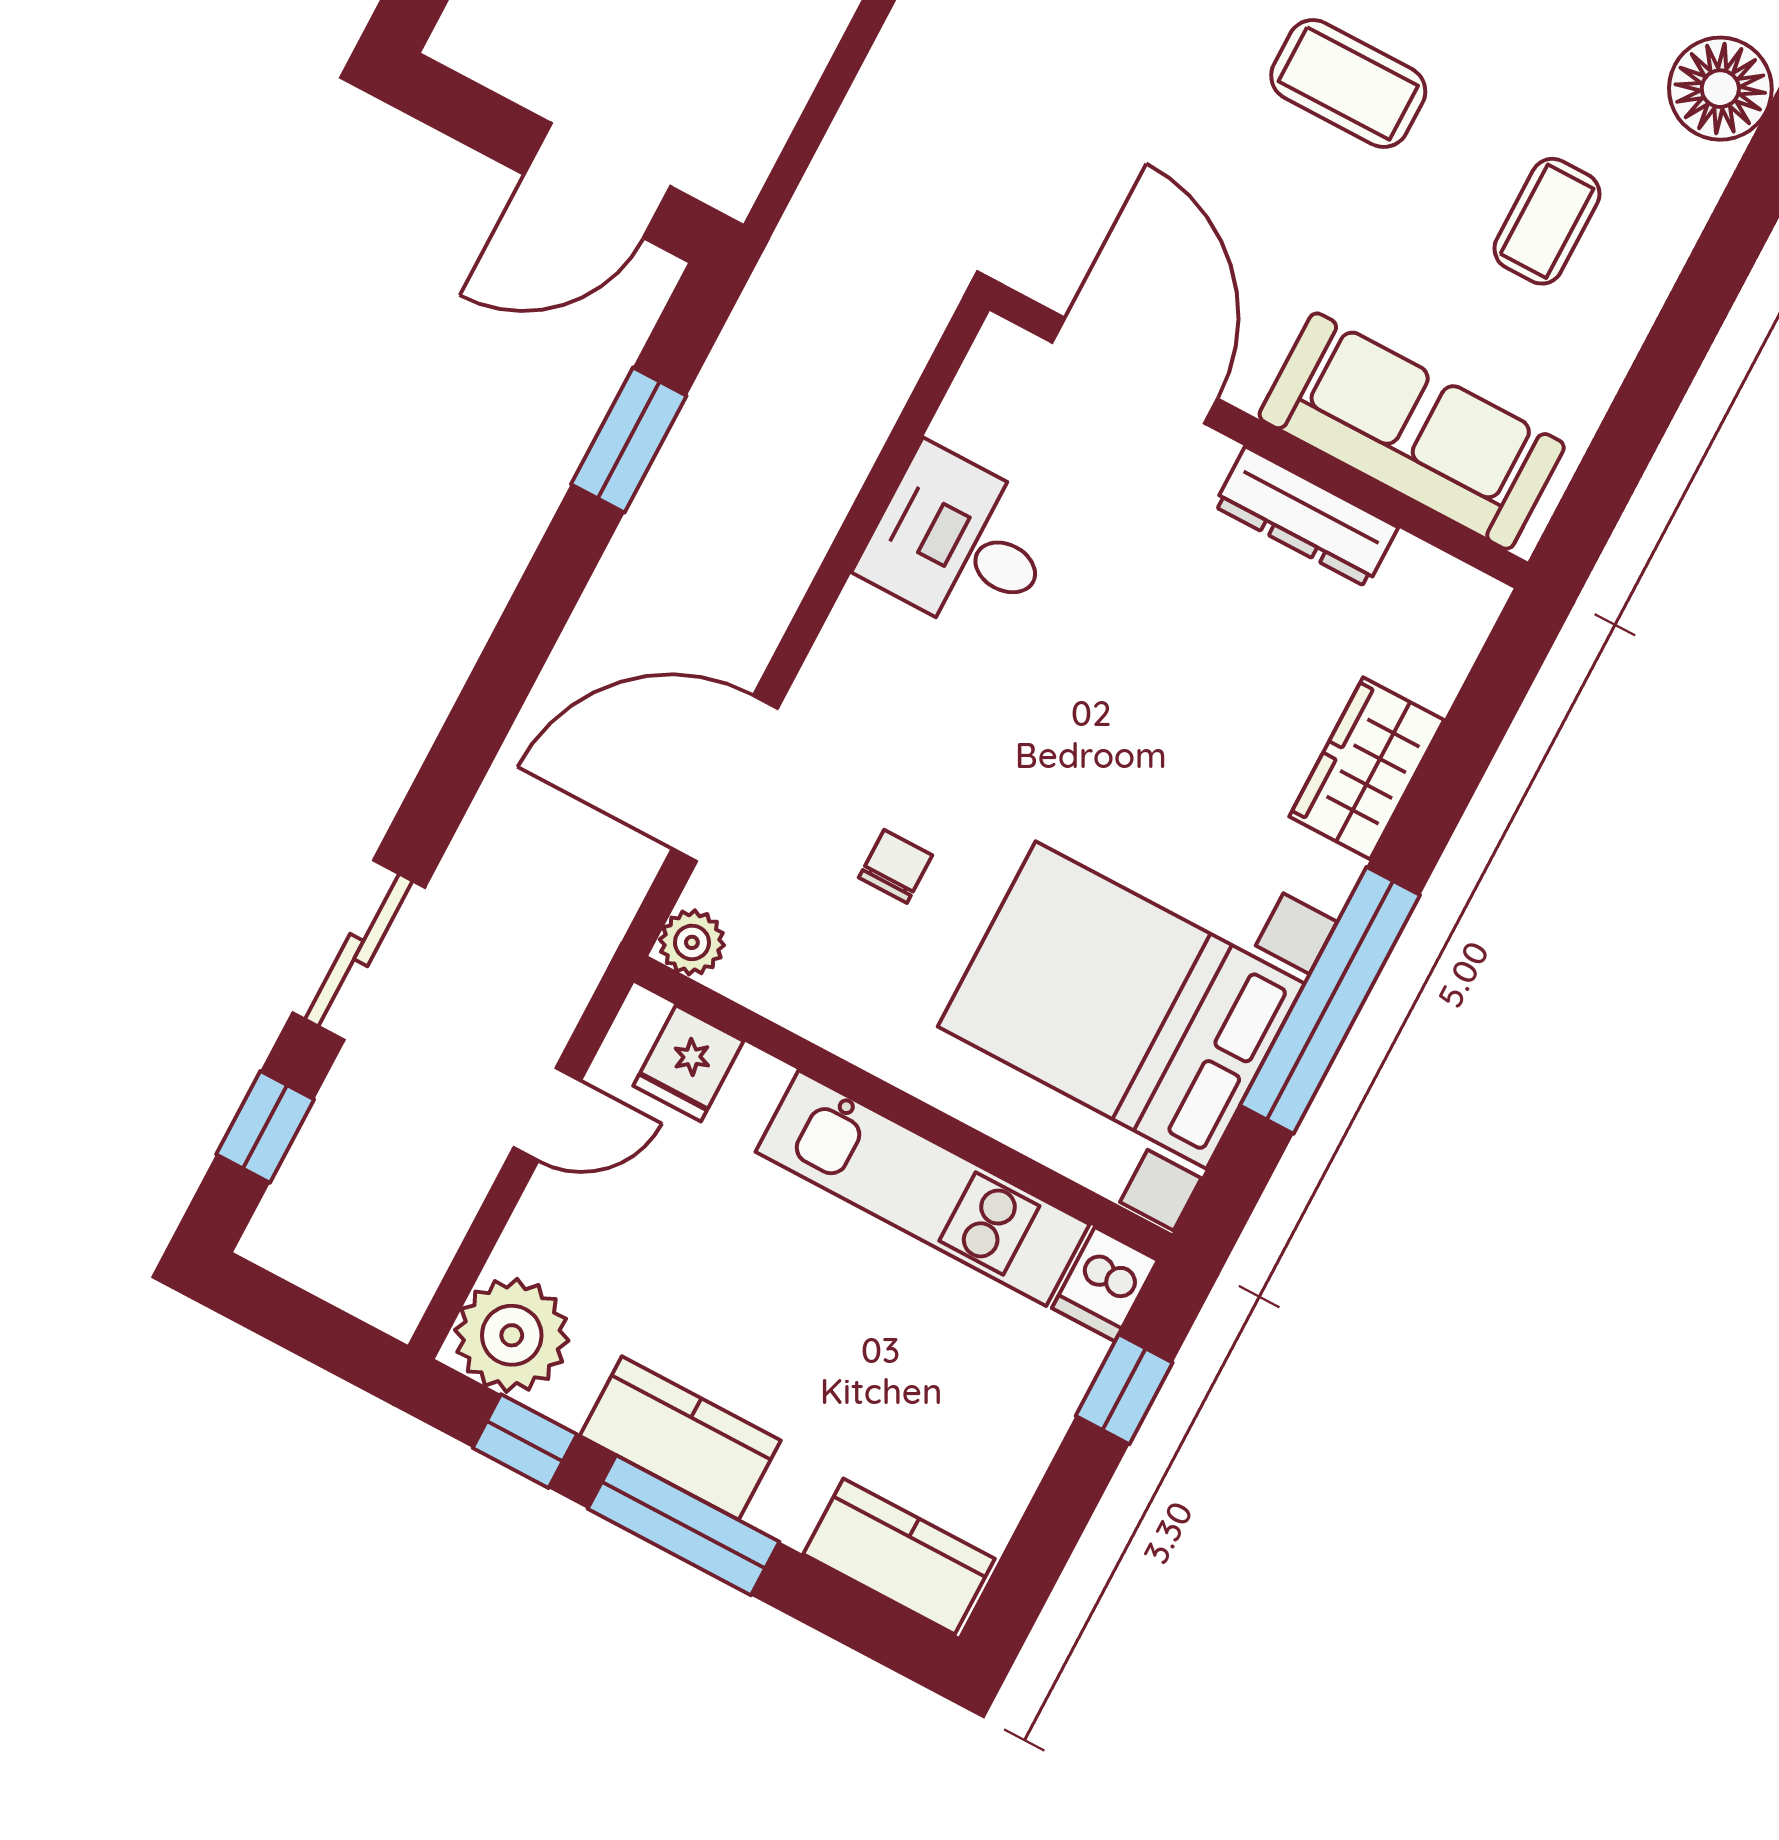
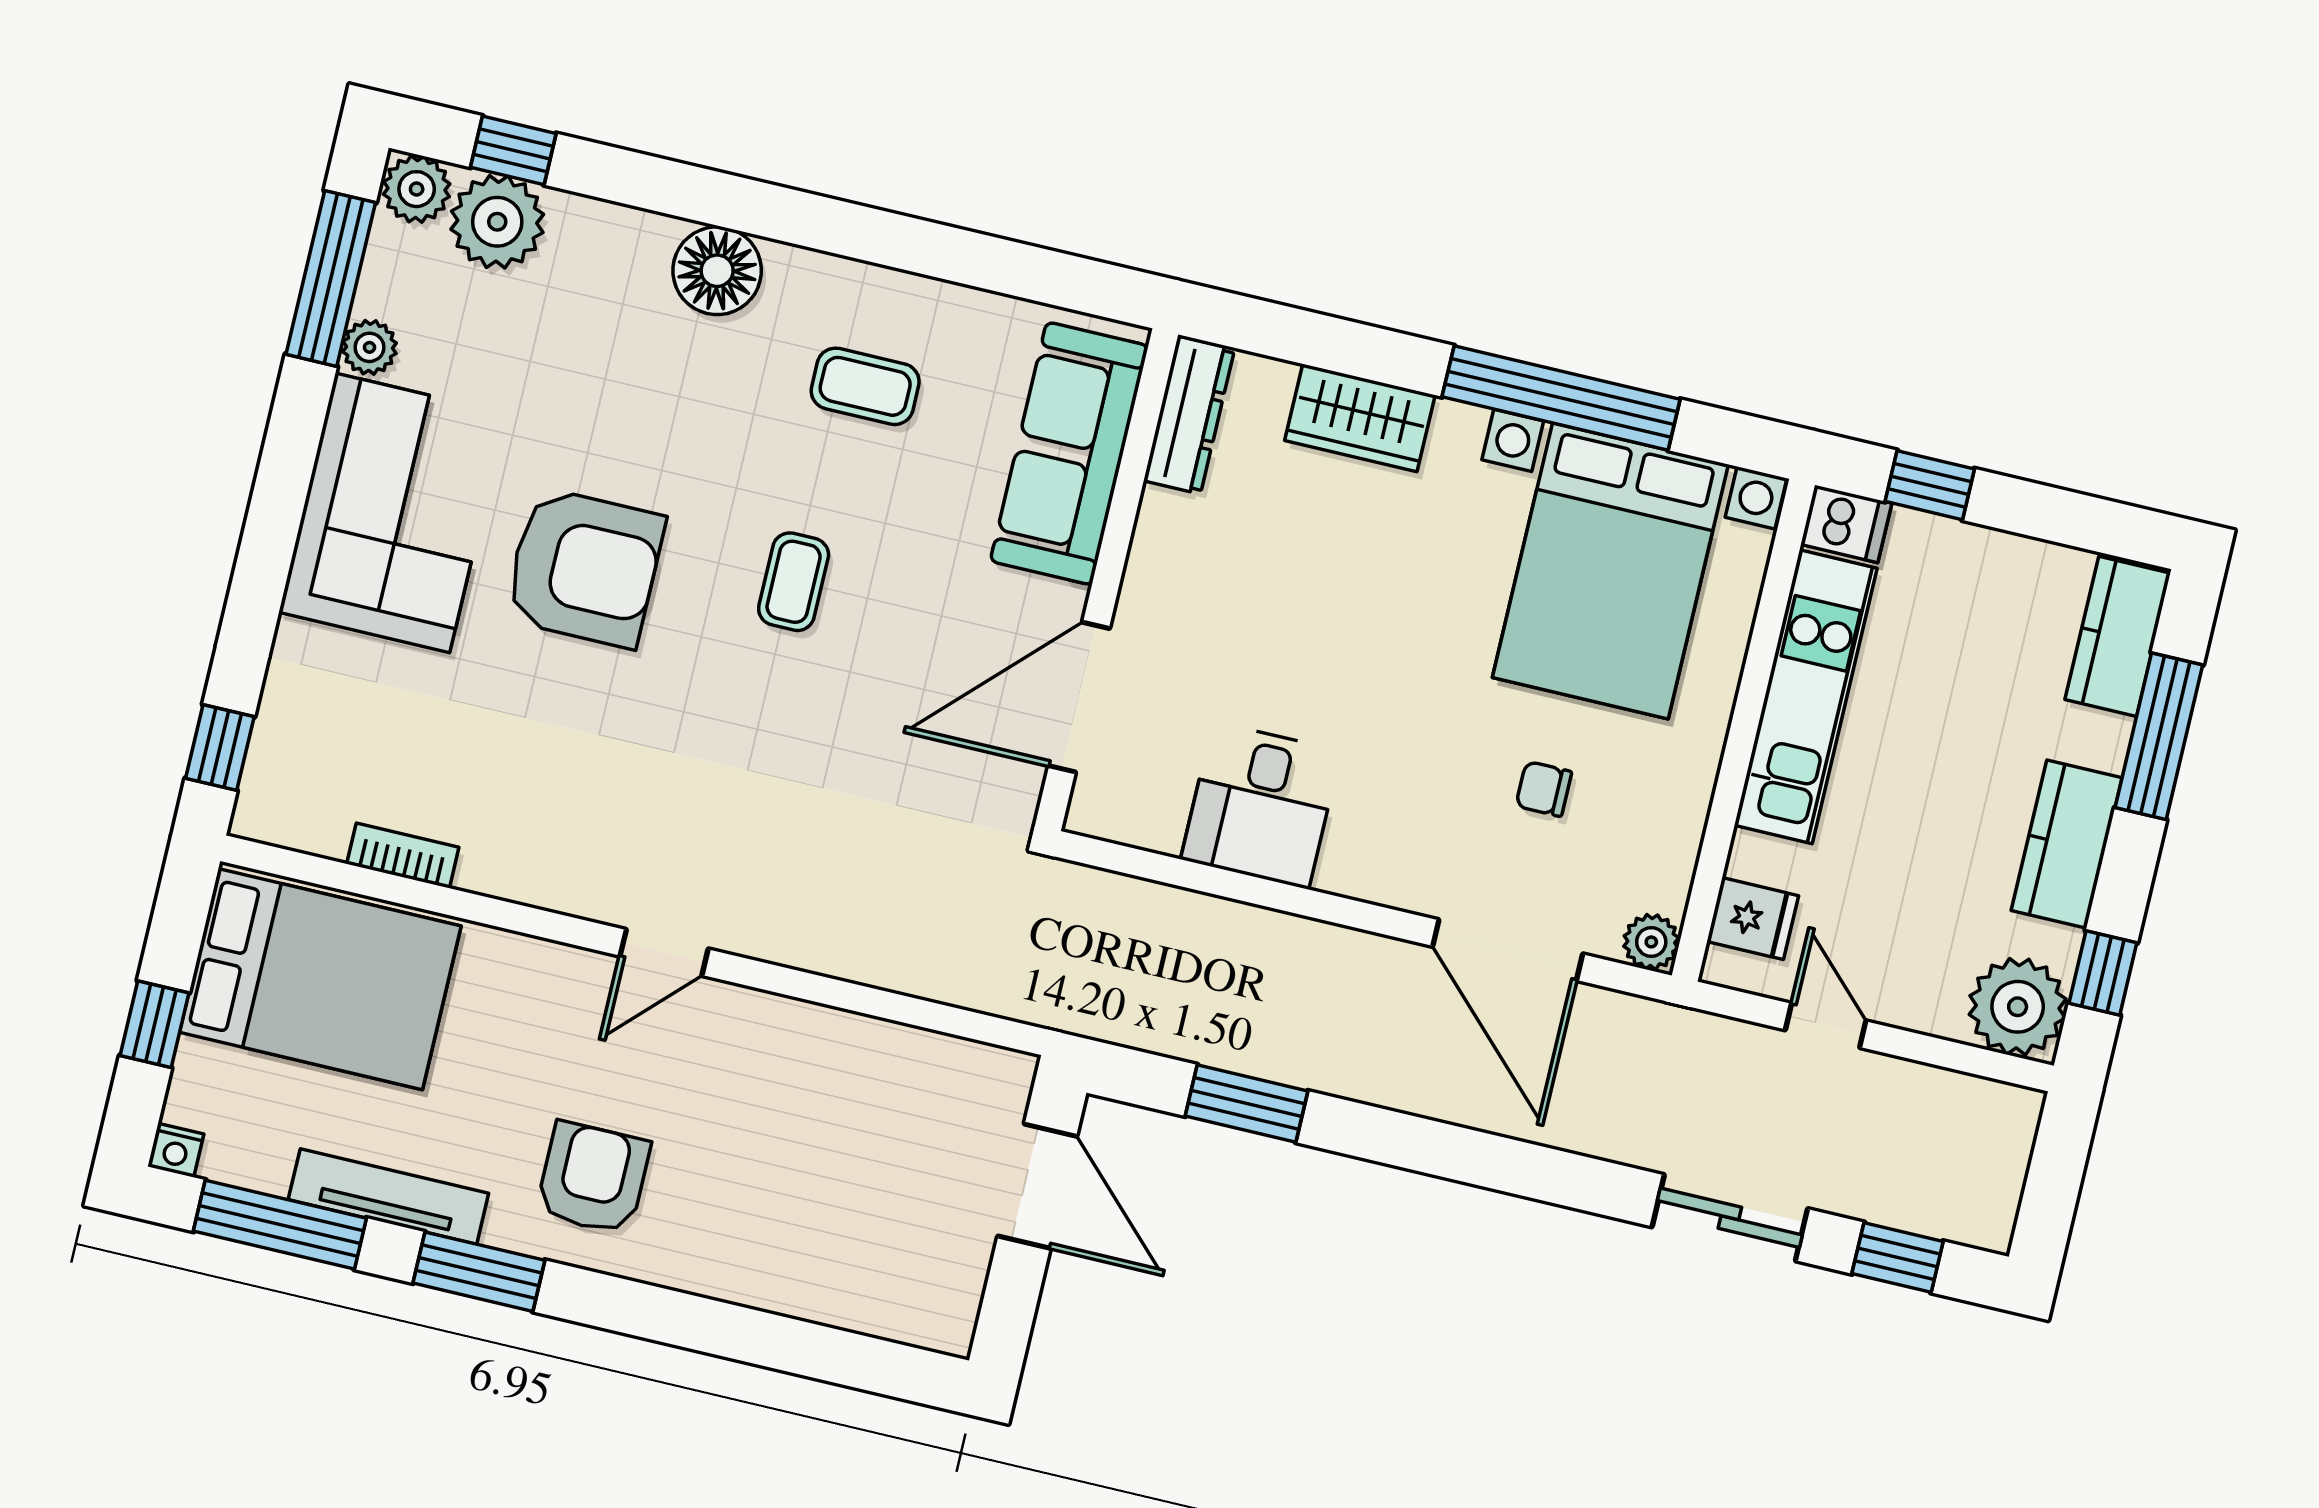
coffee table: (1348, 83) -> (794, 582), width x0.73, depth x0.77
dresser: (1306, 517) -> (1189, 415), moved
window: (684, 1525) -> (2159, 736), moved

